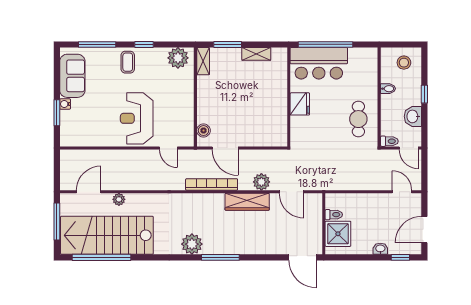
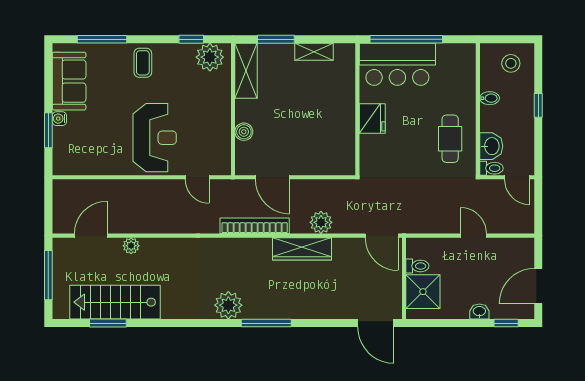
window: (144, 44) -> (191, 39), moved
shelving: (203, 61) -> (246, 71), width x1.50, depth x1.33
washbasin: (413, 116) -> (491, 146), moved, turned 180
reception desk: (137, 118) -> (155, 138), turned 180
boiler: (204, 131) -> (244, 132), moved
door: (292, 192) -> (382, 236), moved
door: (402, 192) -> (474, 236), moved
stairs: (107, 235) -> (115, 302), width x0.73, depth x0.66
window: (101, 257) -> (108, 323), width x0.47

